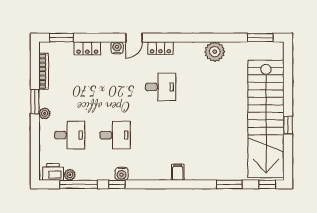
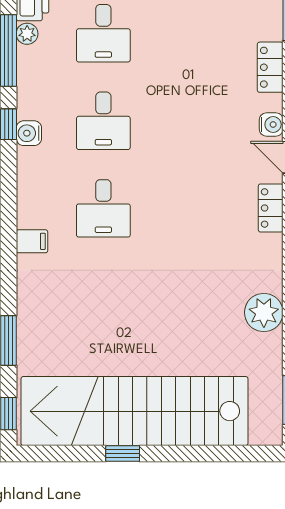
desk: (161, 87) -> (103, 208), moved

